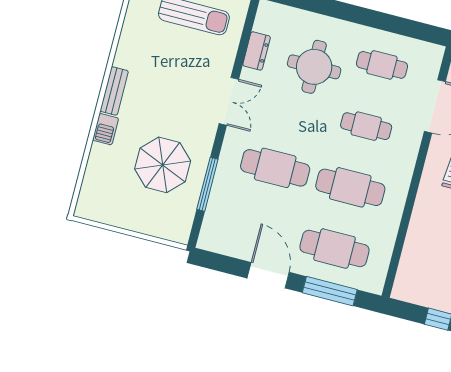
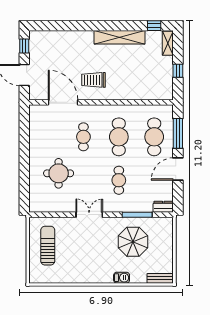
dresser: (257, 51) -> (163, 207), moved
cafe table: (382, 65) -> (48, 137), removed
bench: (114, 91) -> (160, 278), moved
cafe table: (275, 168) -> (119, 180), width x0.73, depth x0.74

